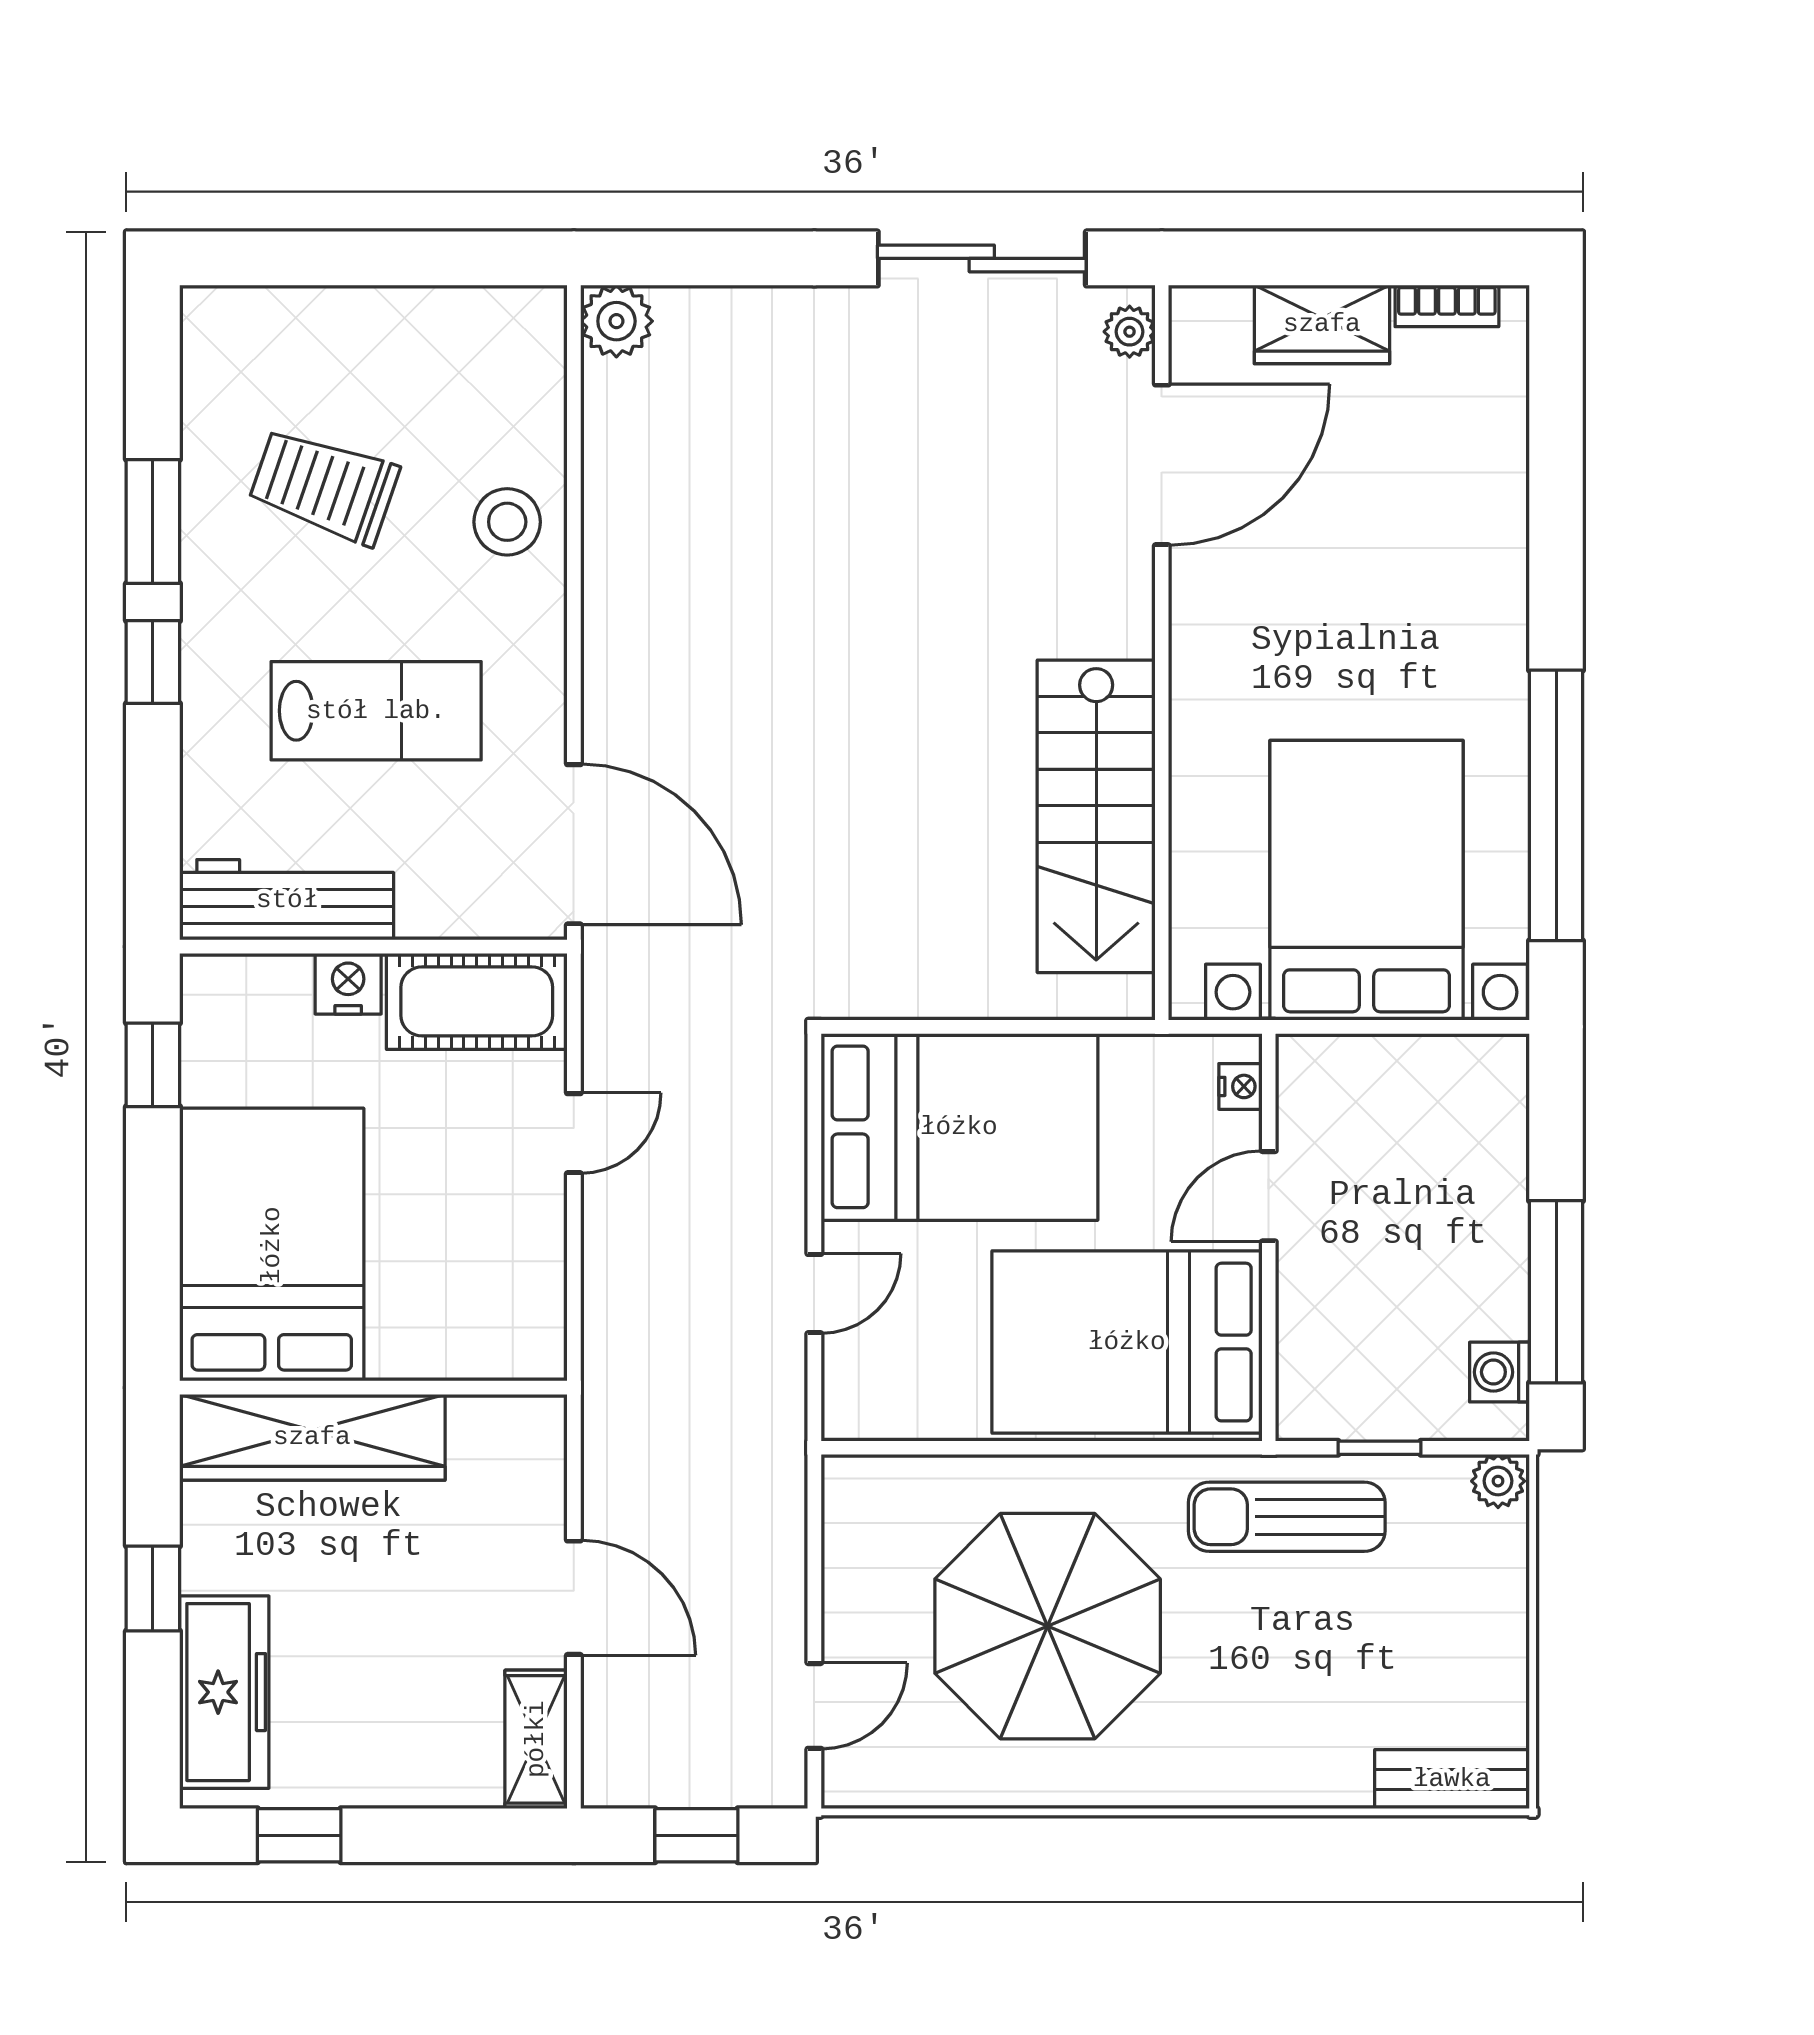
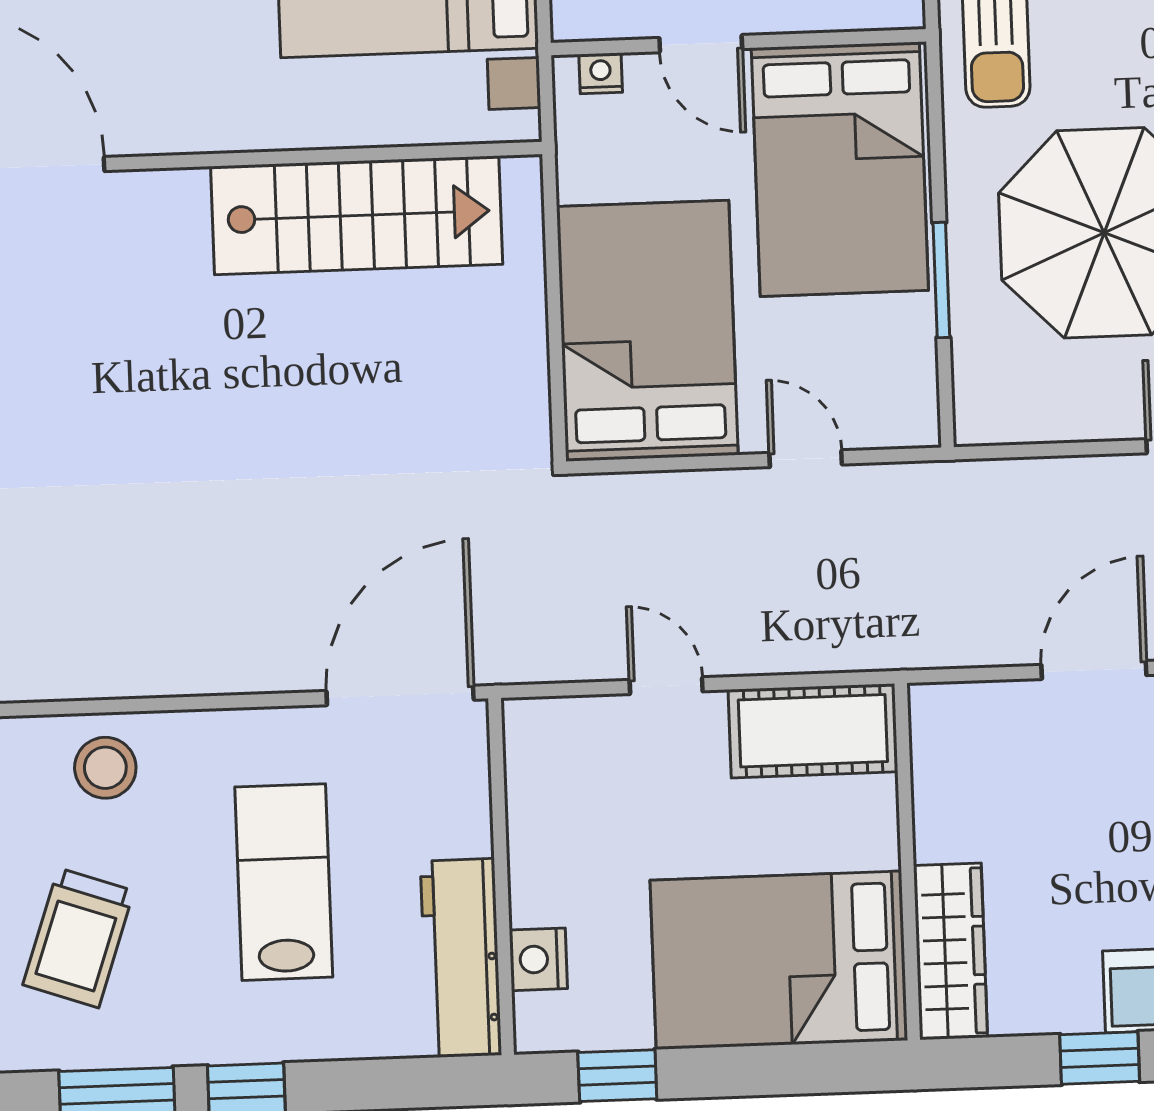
nightstand: (348, 984) -> (538, 959), moved
cot: (477, 1001) -> (813, 731), moved, turned 90
wardrobe: (312, 1437) -> (950, 951), width x0.71, depth x0.85
window: (1003, 1448) -> (941, 280), added

